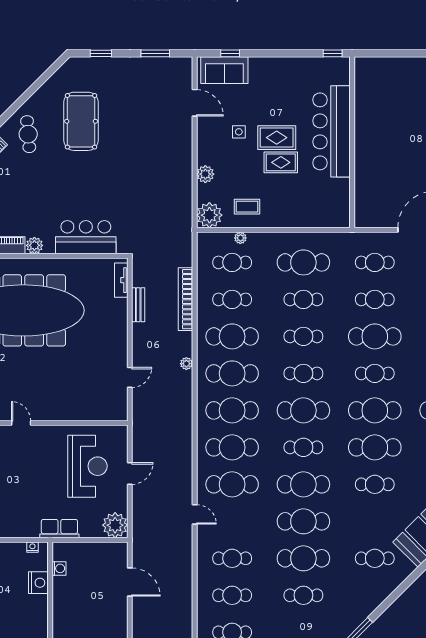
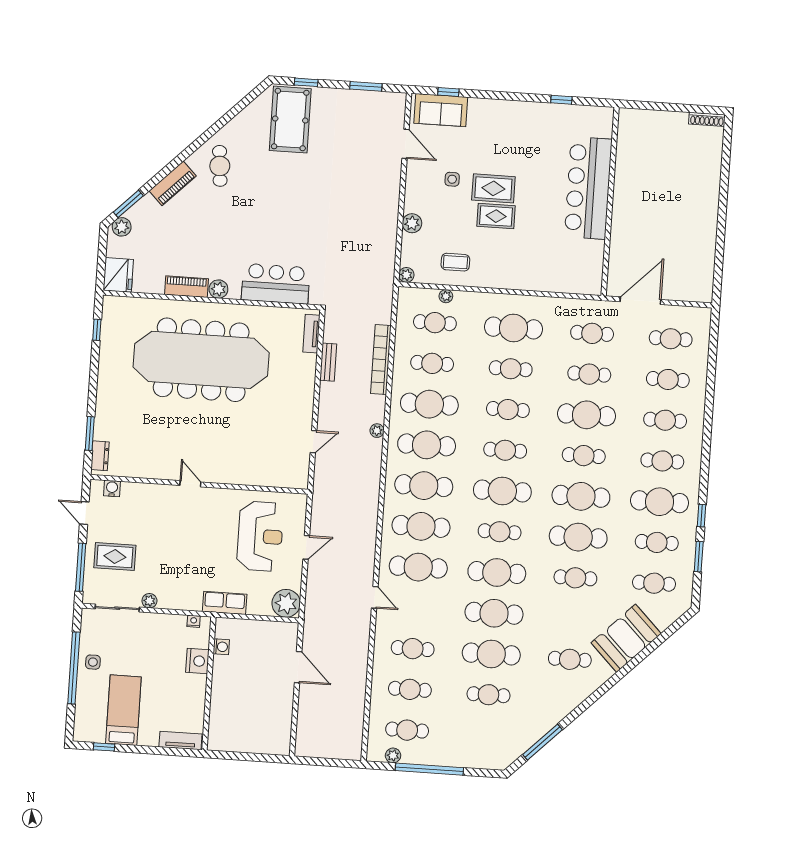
pool table: (81, 121) -> (290, 120), moved
bar counter: (332, 131) -> (588, 188), moved
wall: (352, 142) -> (610, 201), moved
plant: (209, 215) -> (406, 275), width x0.53, depth x0.53

